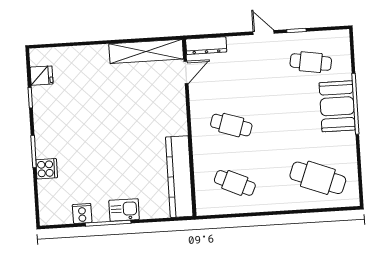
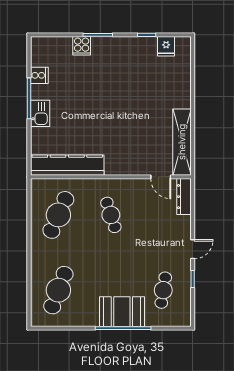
cafe table: (231, 125) -> (111, 215), turned -36
cafe table: (235, 183) -> (58, 215), width x1.37, depth x1.35

